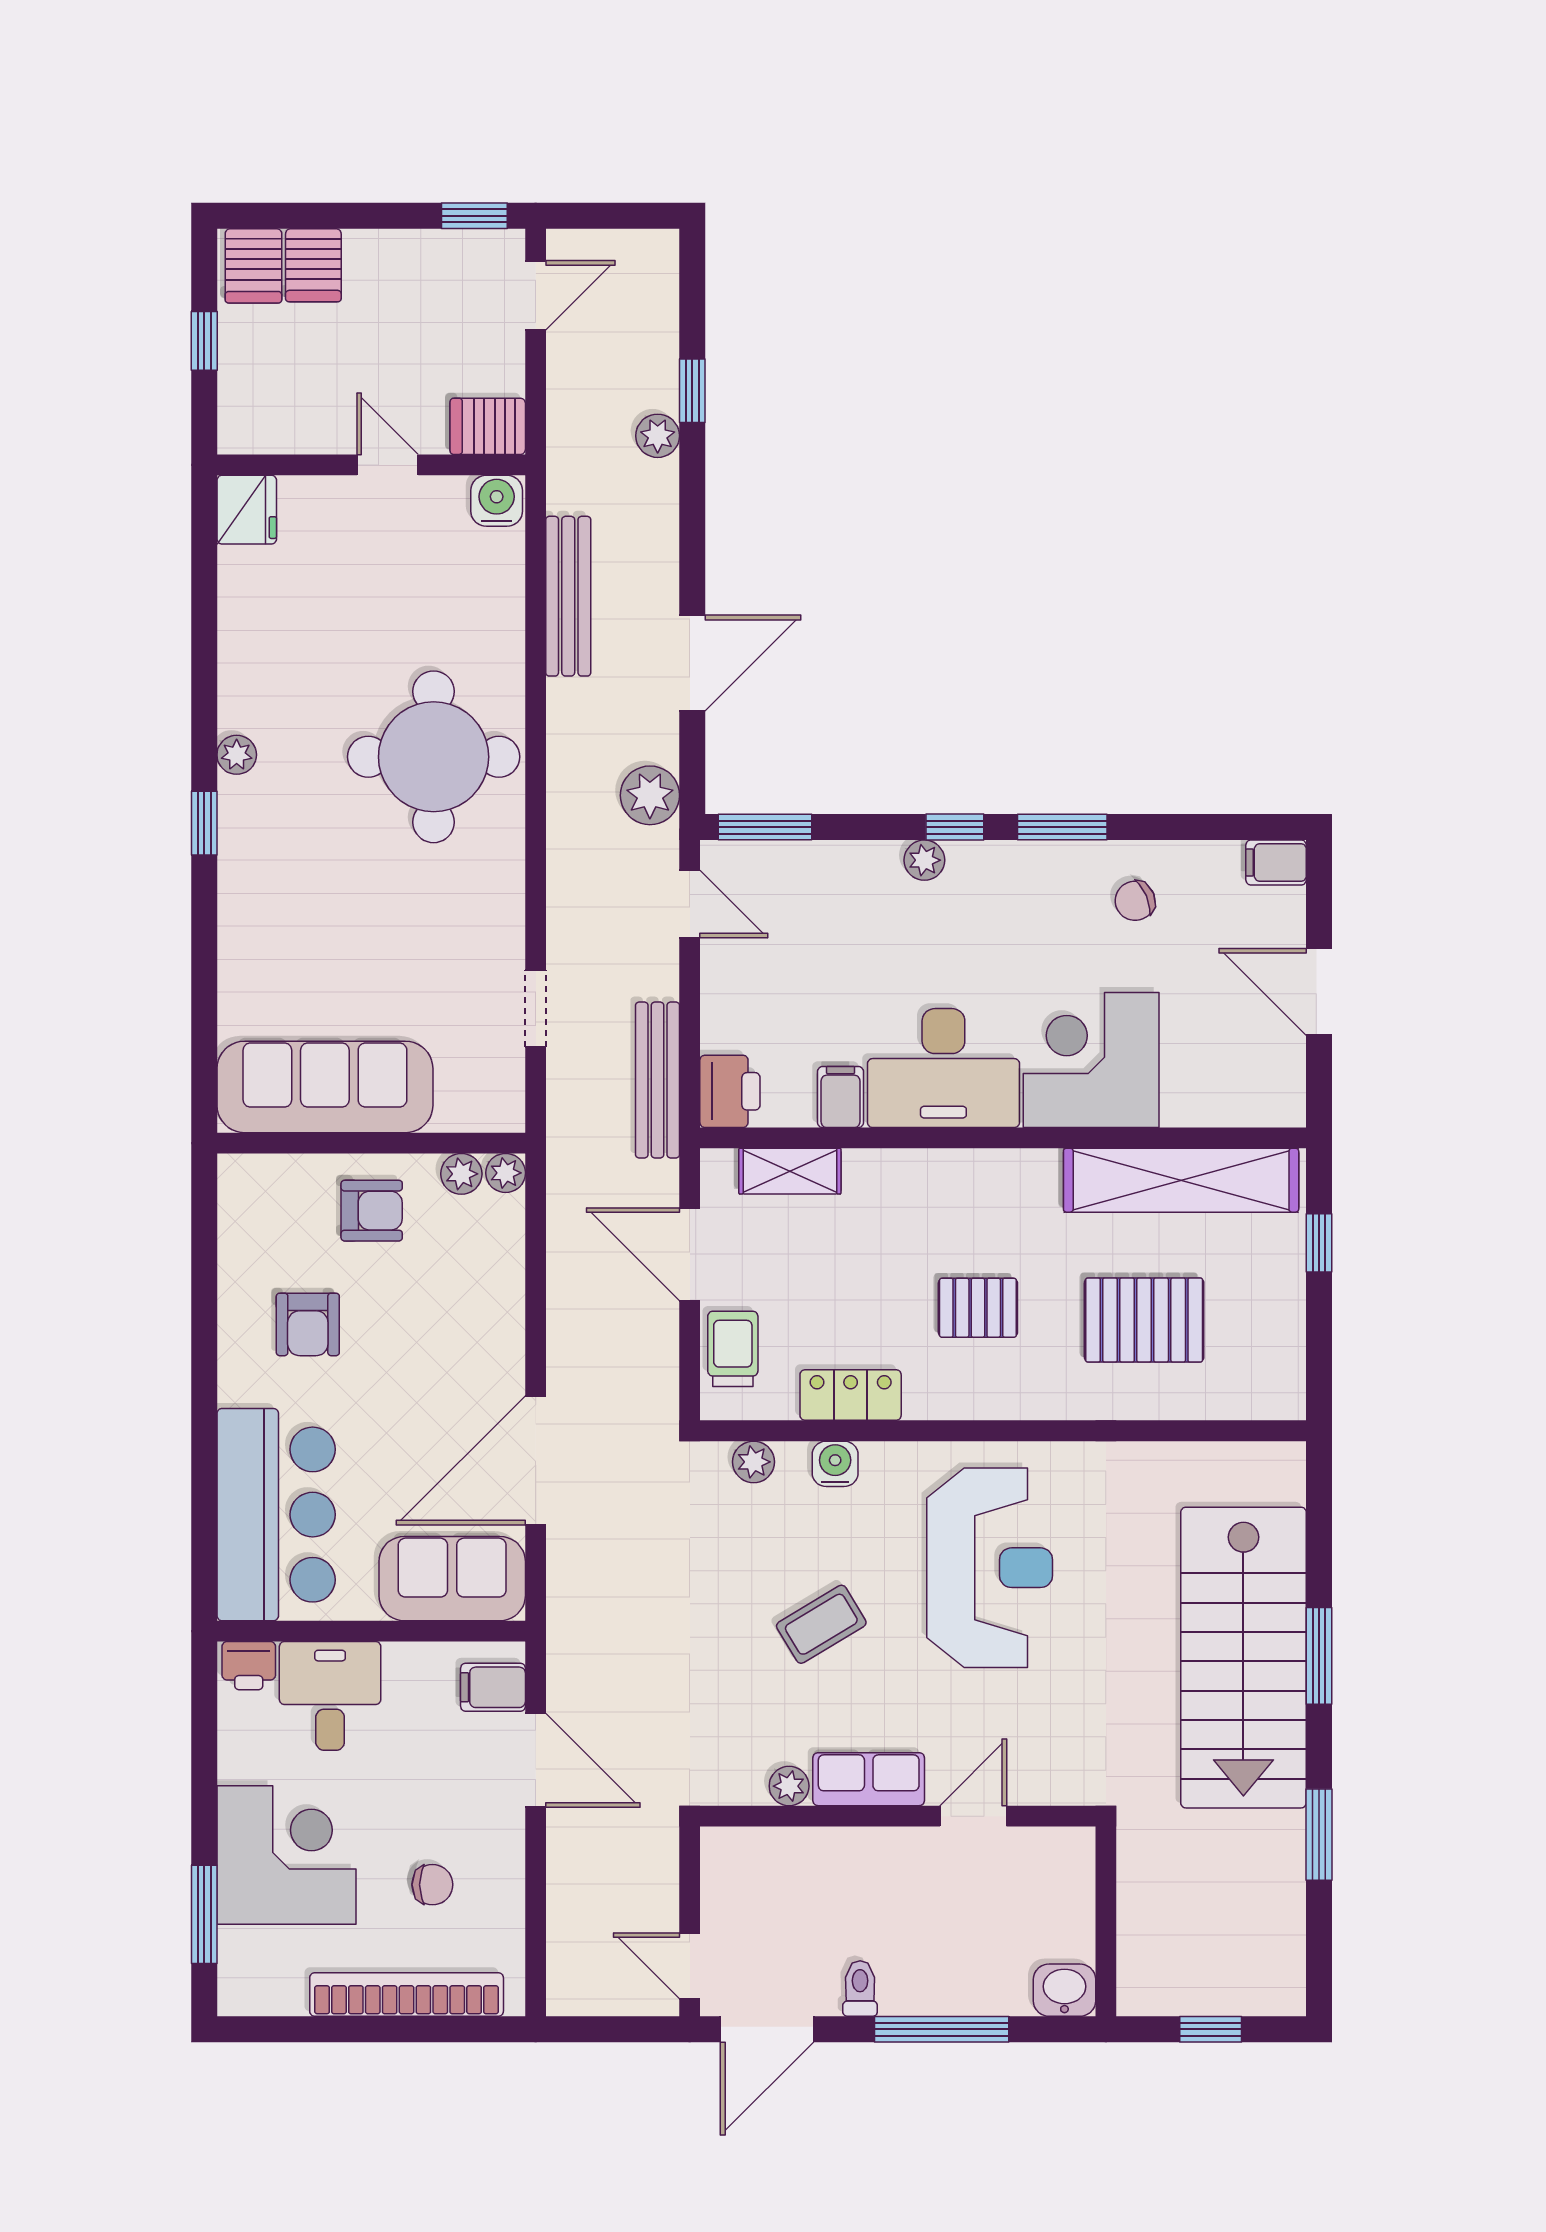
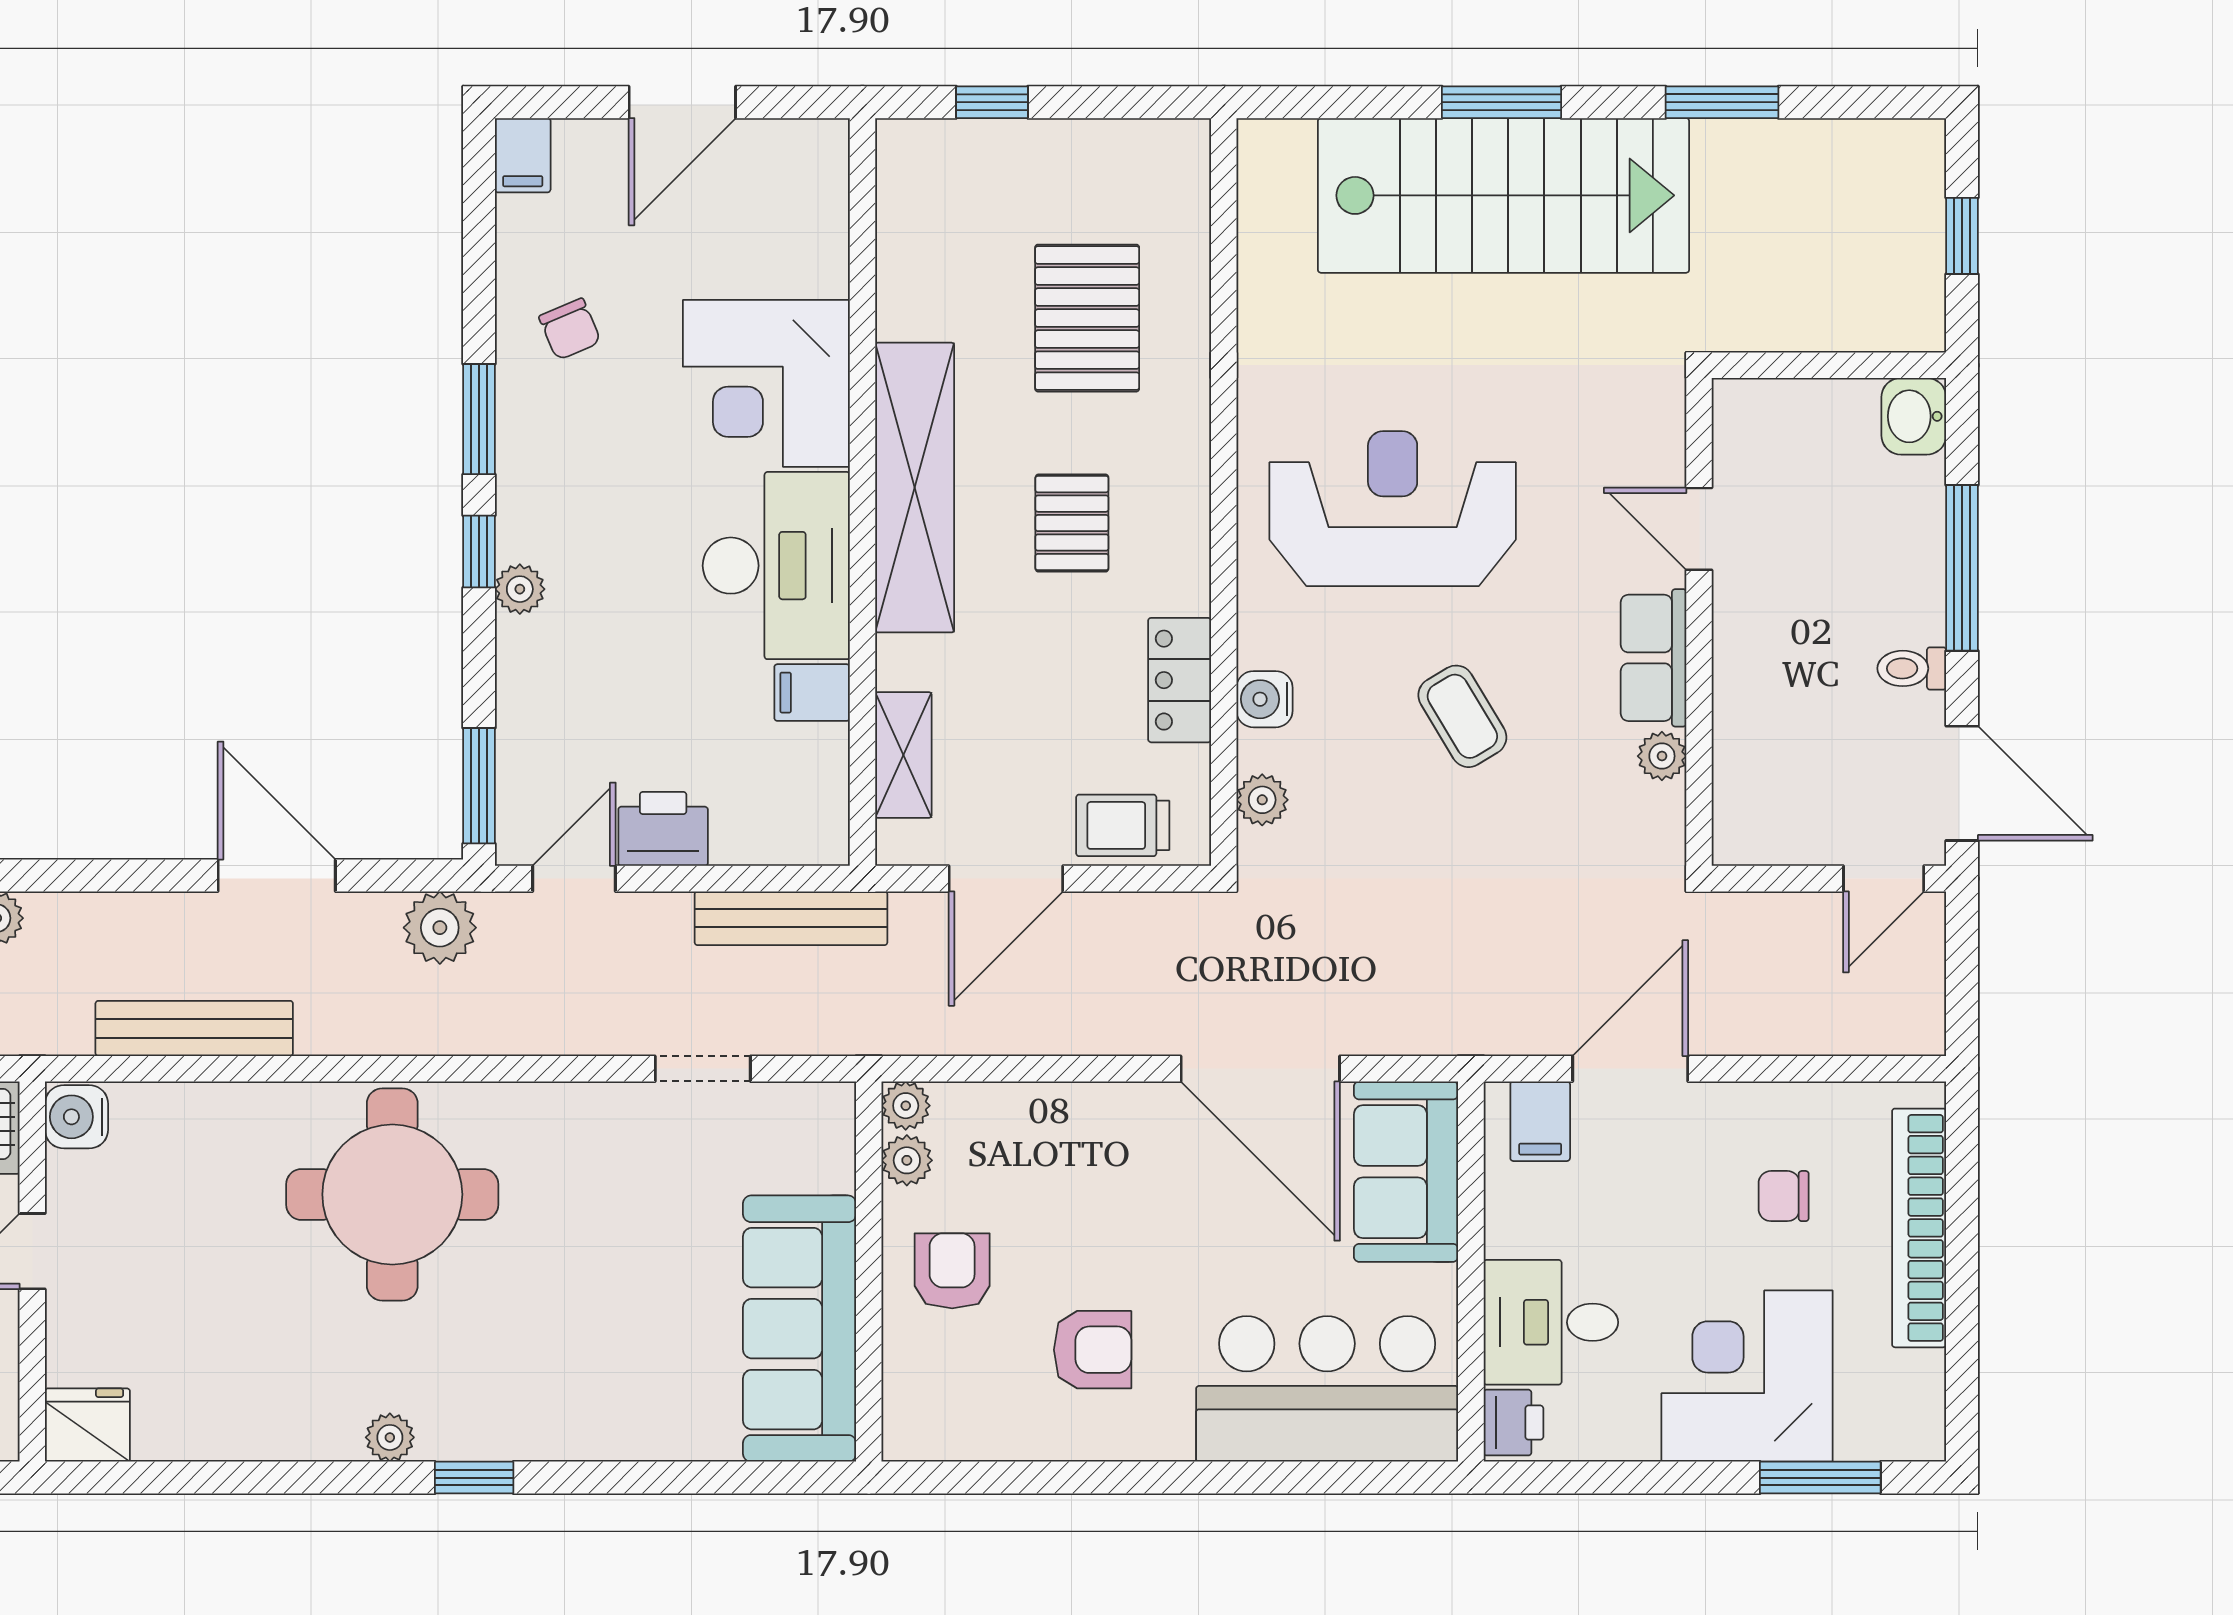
printer: (730, 1091) -> (663, 829), moved
shelving: (1181, 1180) -> (915, 488), moved
chair: (432, 1885) -> (1784, 1196), turned -90

